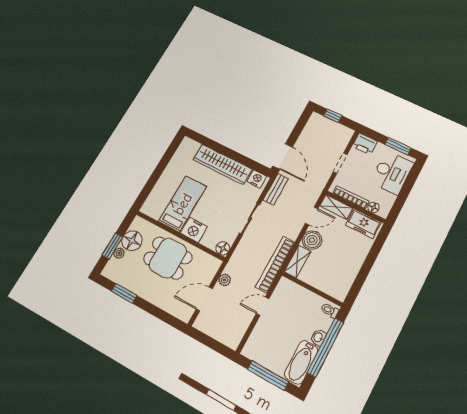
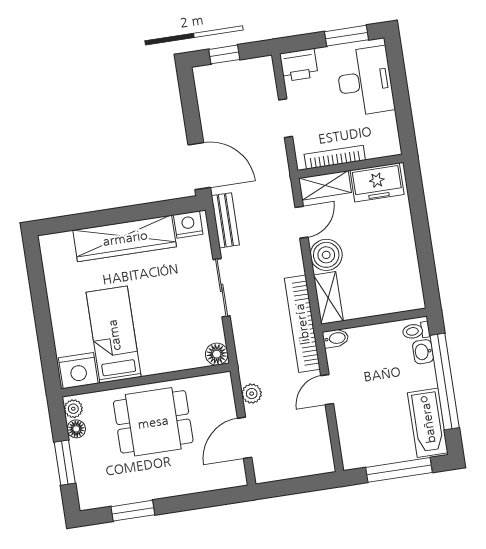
floor lamp: (373, 207) -> (375, 150), removed
nightstand: (194, 230) -> (78, 371), moved
floor lamp: (132, 241) -> (76, 429), width x0.53, depth x0.53
plant: (119, 253) -> (73, 409), moved
bidet: (286, 284) -> (336, 338), added
washbasin: (318, 337) -> (423, 352), moved

